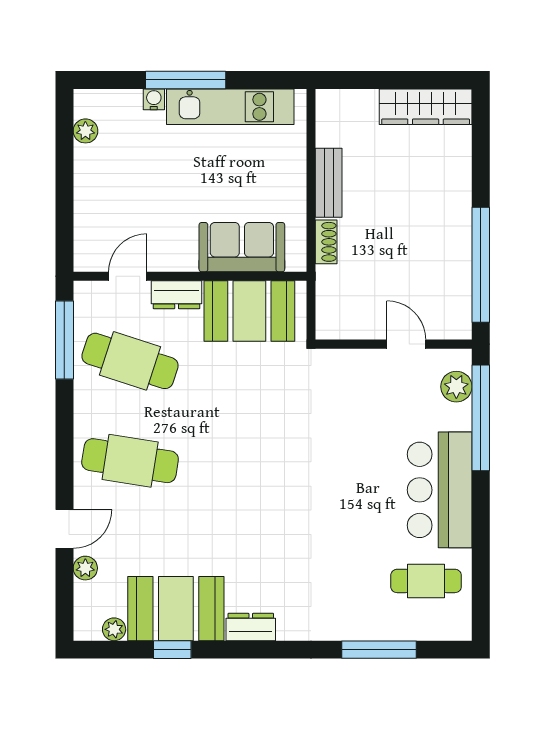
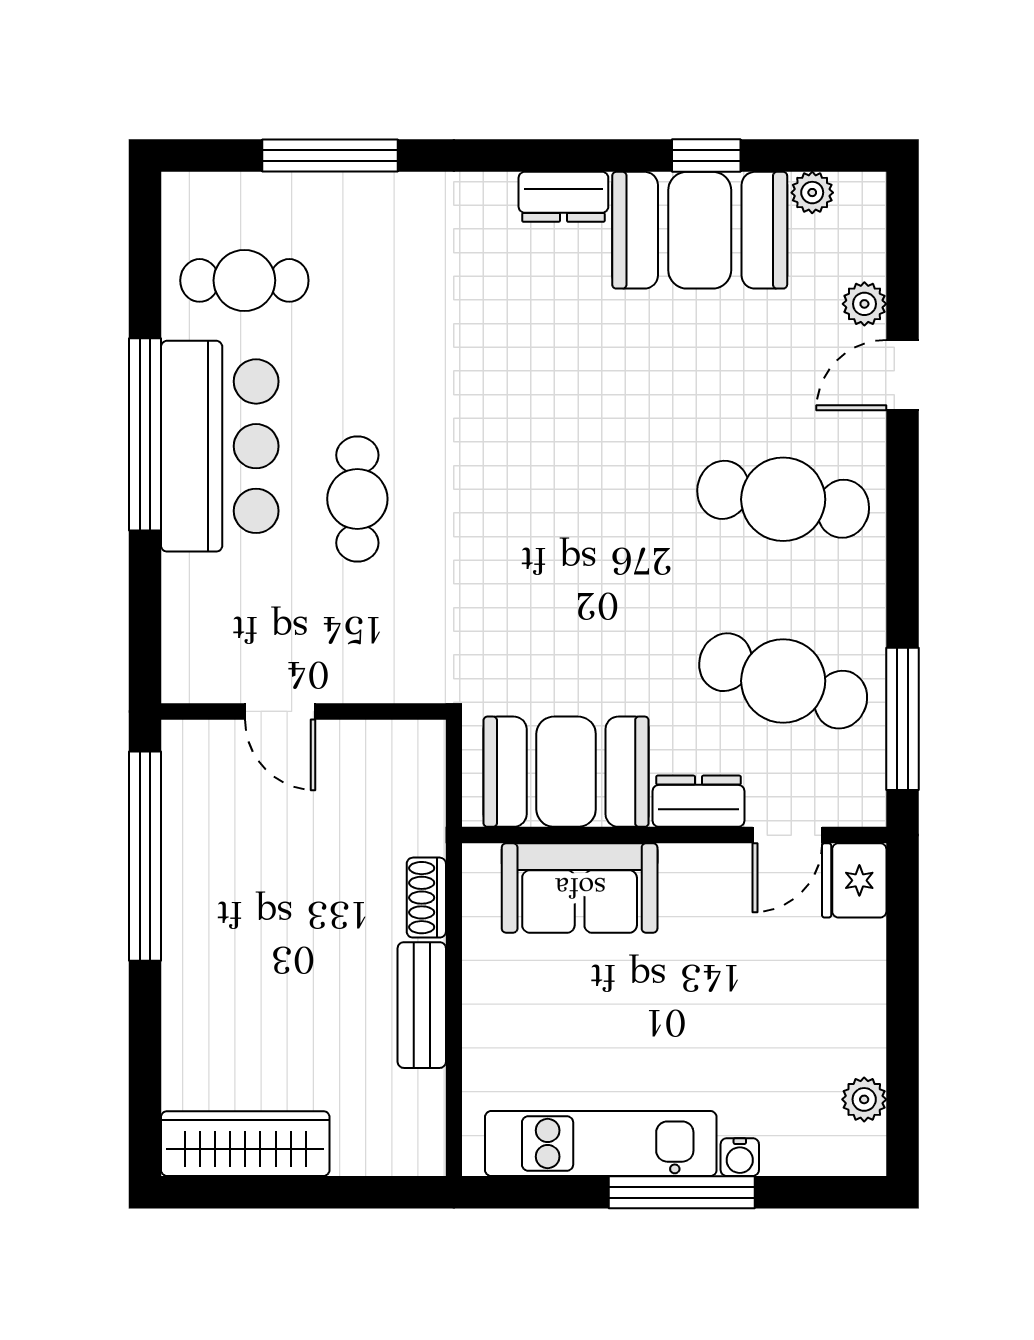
fridge: (91, 251) -> (854, 880), added
plant: (456, 387) -> (189, 634), removed
window: (481, 418) -> (145, 434), moved
cafe table: (364, 461) -> (357, 499), added

